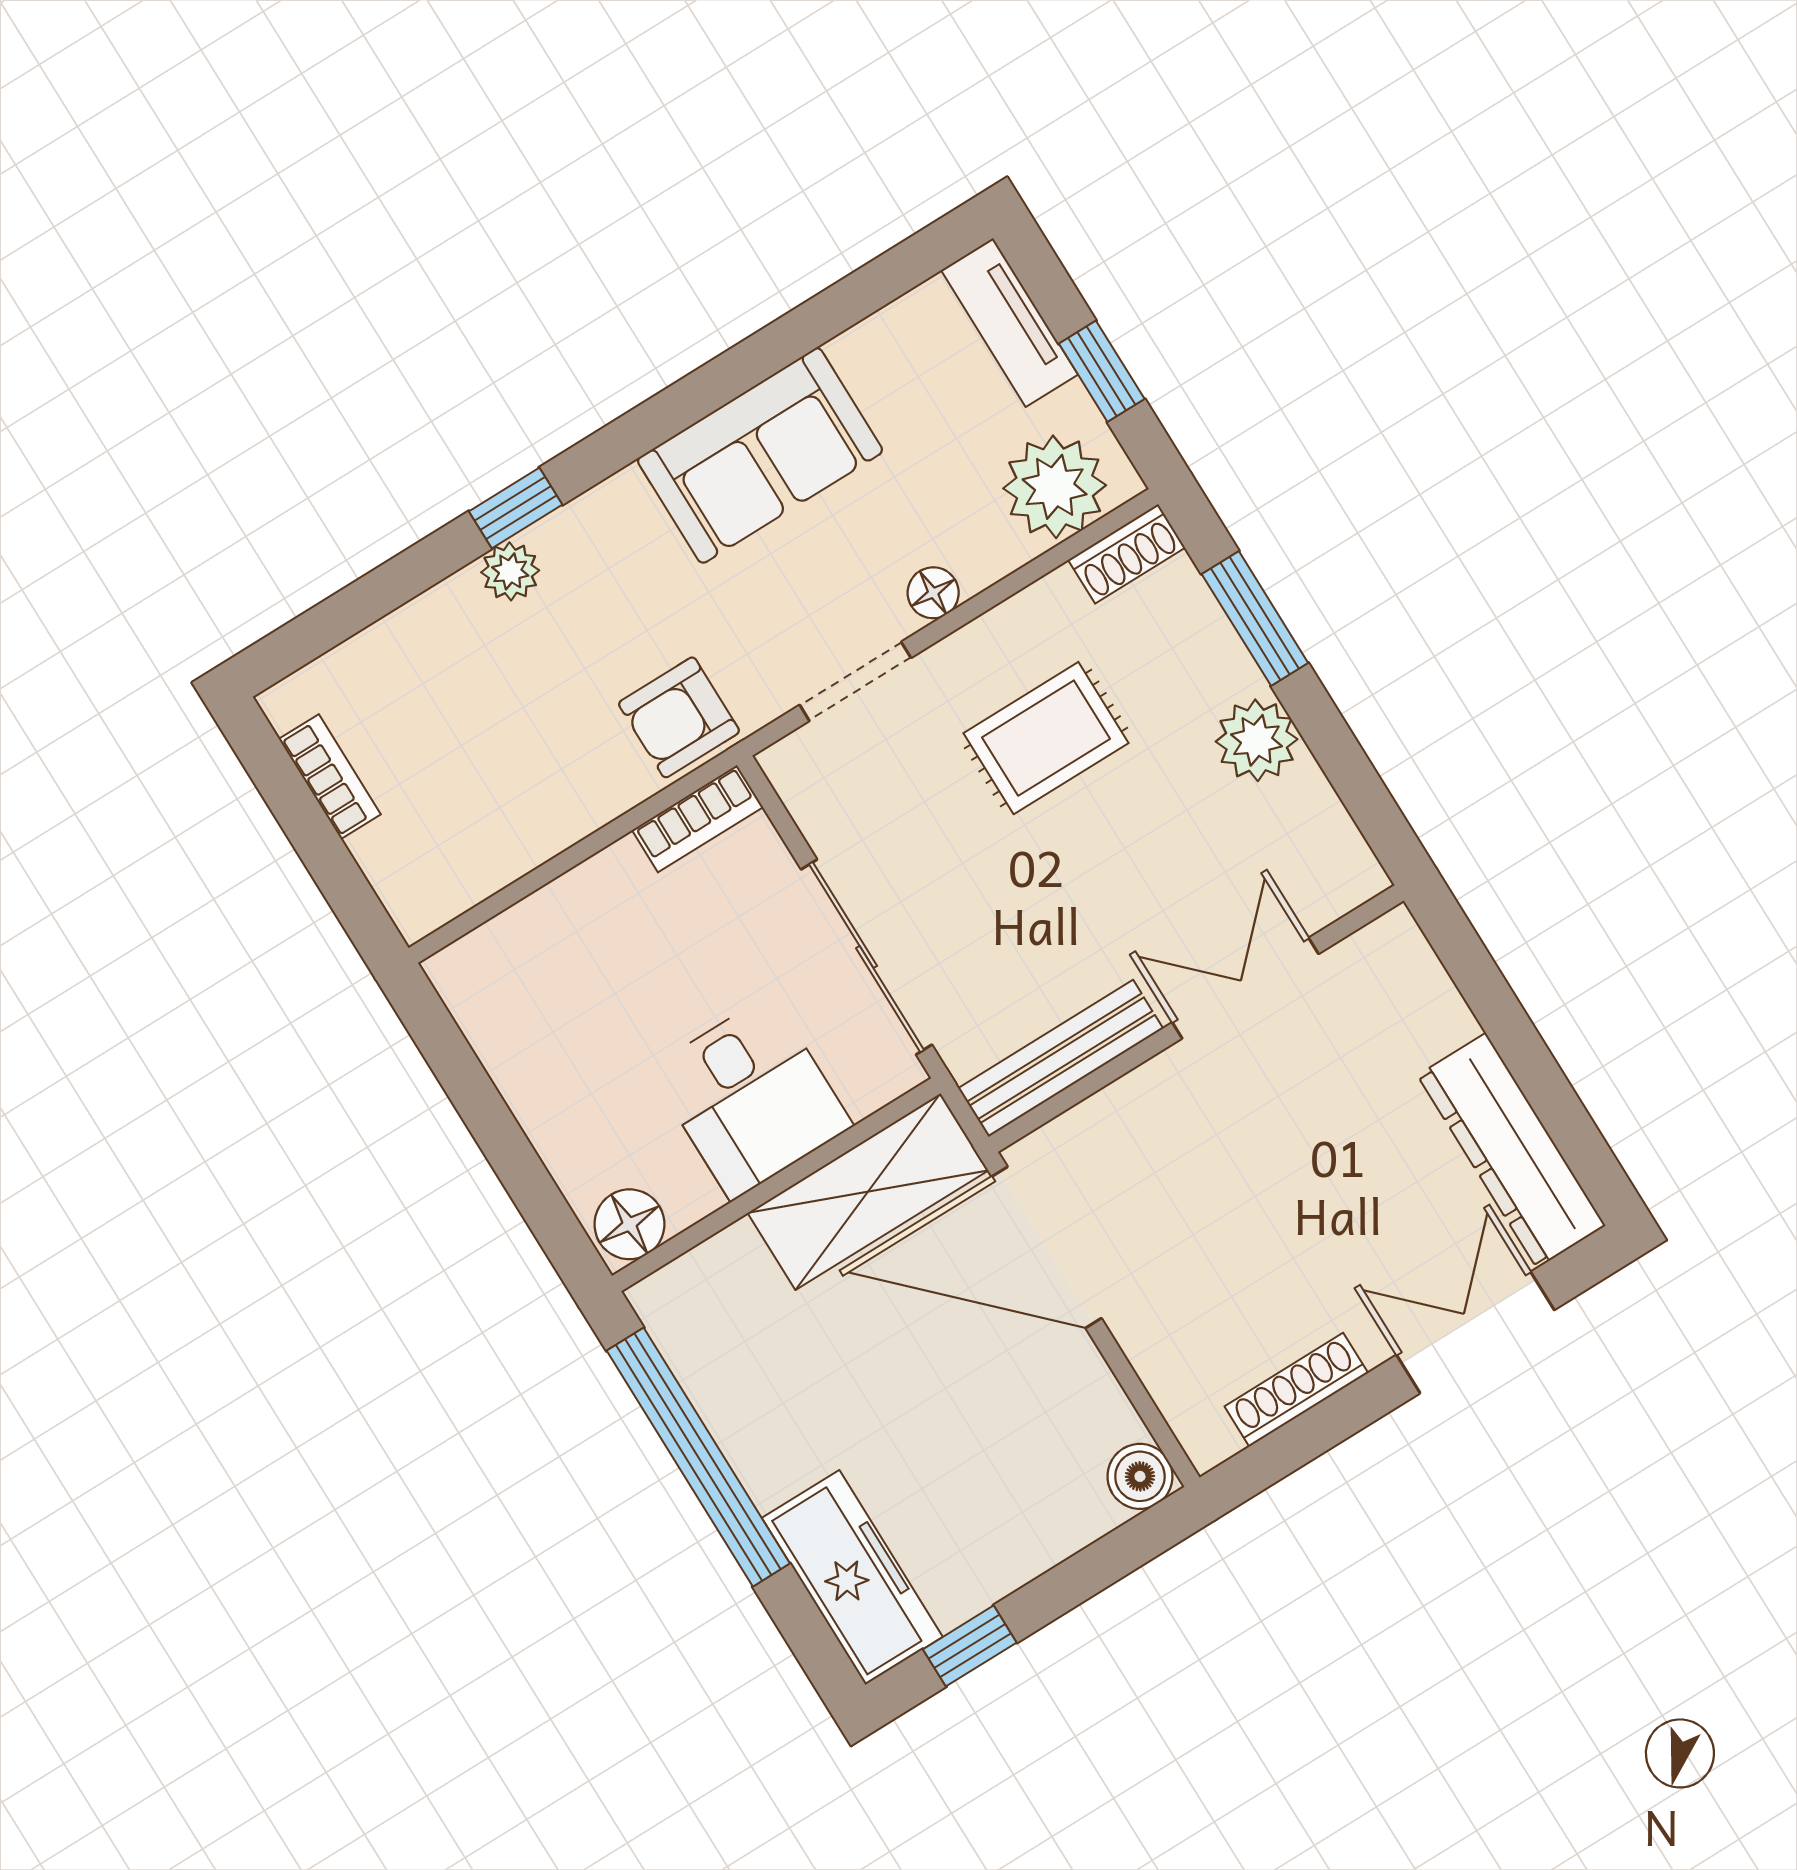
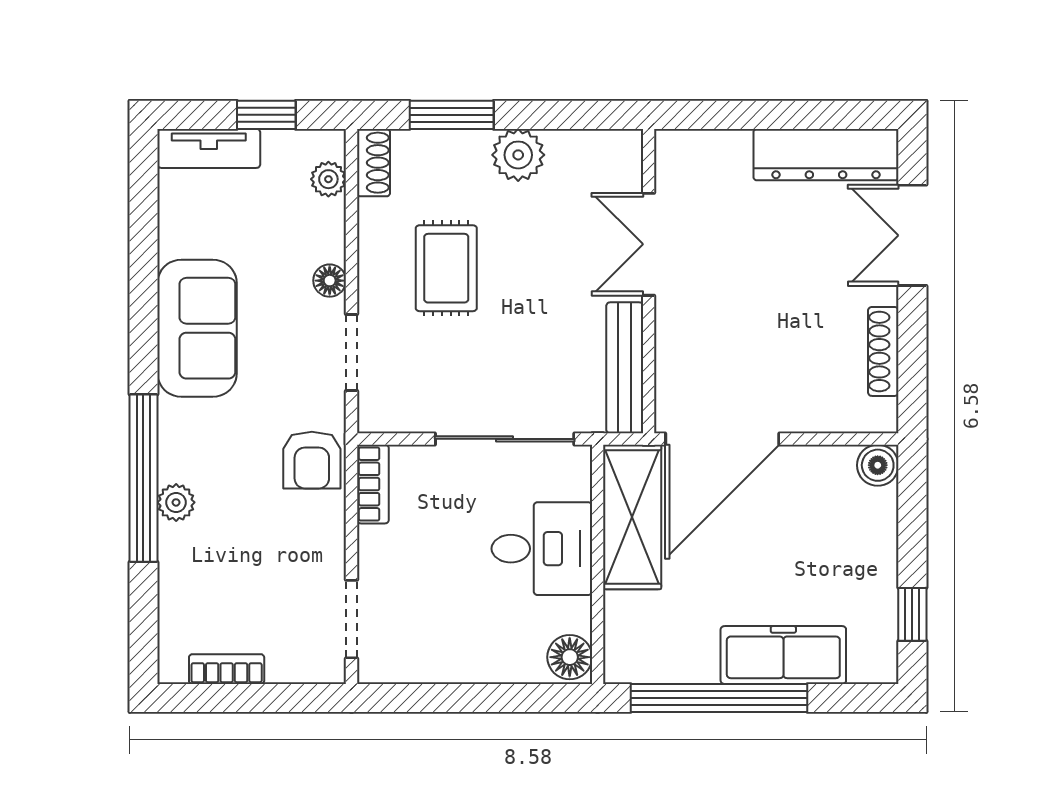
plant: (1055, 487) -> (328, 179), width x0.53, depth x0.53
window: (516, 508) -> (143, 478), width x3.17
doorway: (500, 902) -> (351, 619), added
freezer: (852, 1577) -> (783, 655), moved

